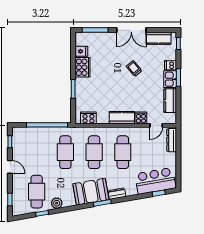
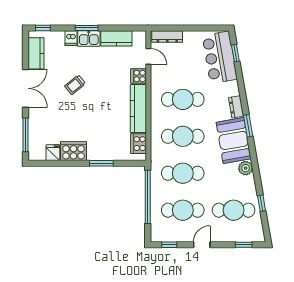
kitchen counter: (122, 118) -> (138, 108), width x1.50
cafe table: (37, 152) -> (183, 210), added
plant: (57, 203) -> (246, 168), moved

